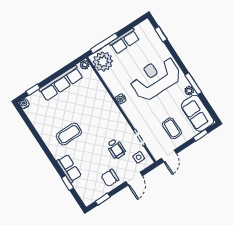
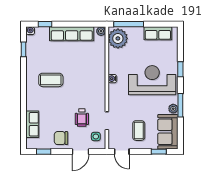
window: (161, 34) -> (180, 69), moved
row of seats: (125, 41) -> (158, 33), moved
door: (169, 156) -> (122, 152), hinge flipped
row of seats: (69, 169) -> (32, 124), moved
window: (68, 183) -> (23, 49), moved

